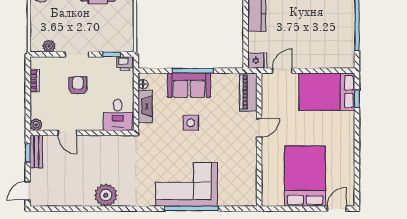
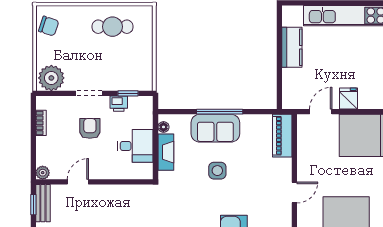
plant: (49, 46) -> (51, 78), width x1.88, depth x1.88
fridge: (257, 61) -> (349, 99), moved, turned -90
printer: (125, 64) -> (119, 104), moved
desk: (118, 115) -> (135, 146), moved, turned -90
door: (259, 128) -> (294, 192), moved
door: (67, 133) -> (78, 182), swing flipped

